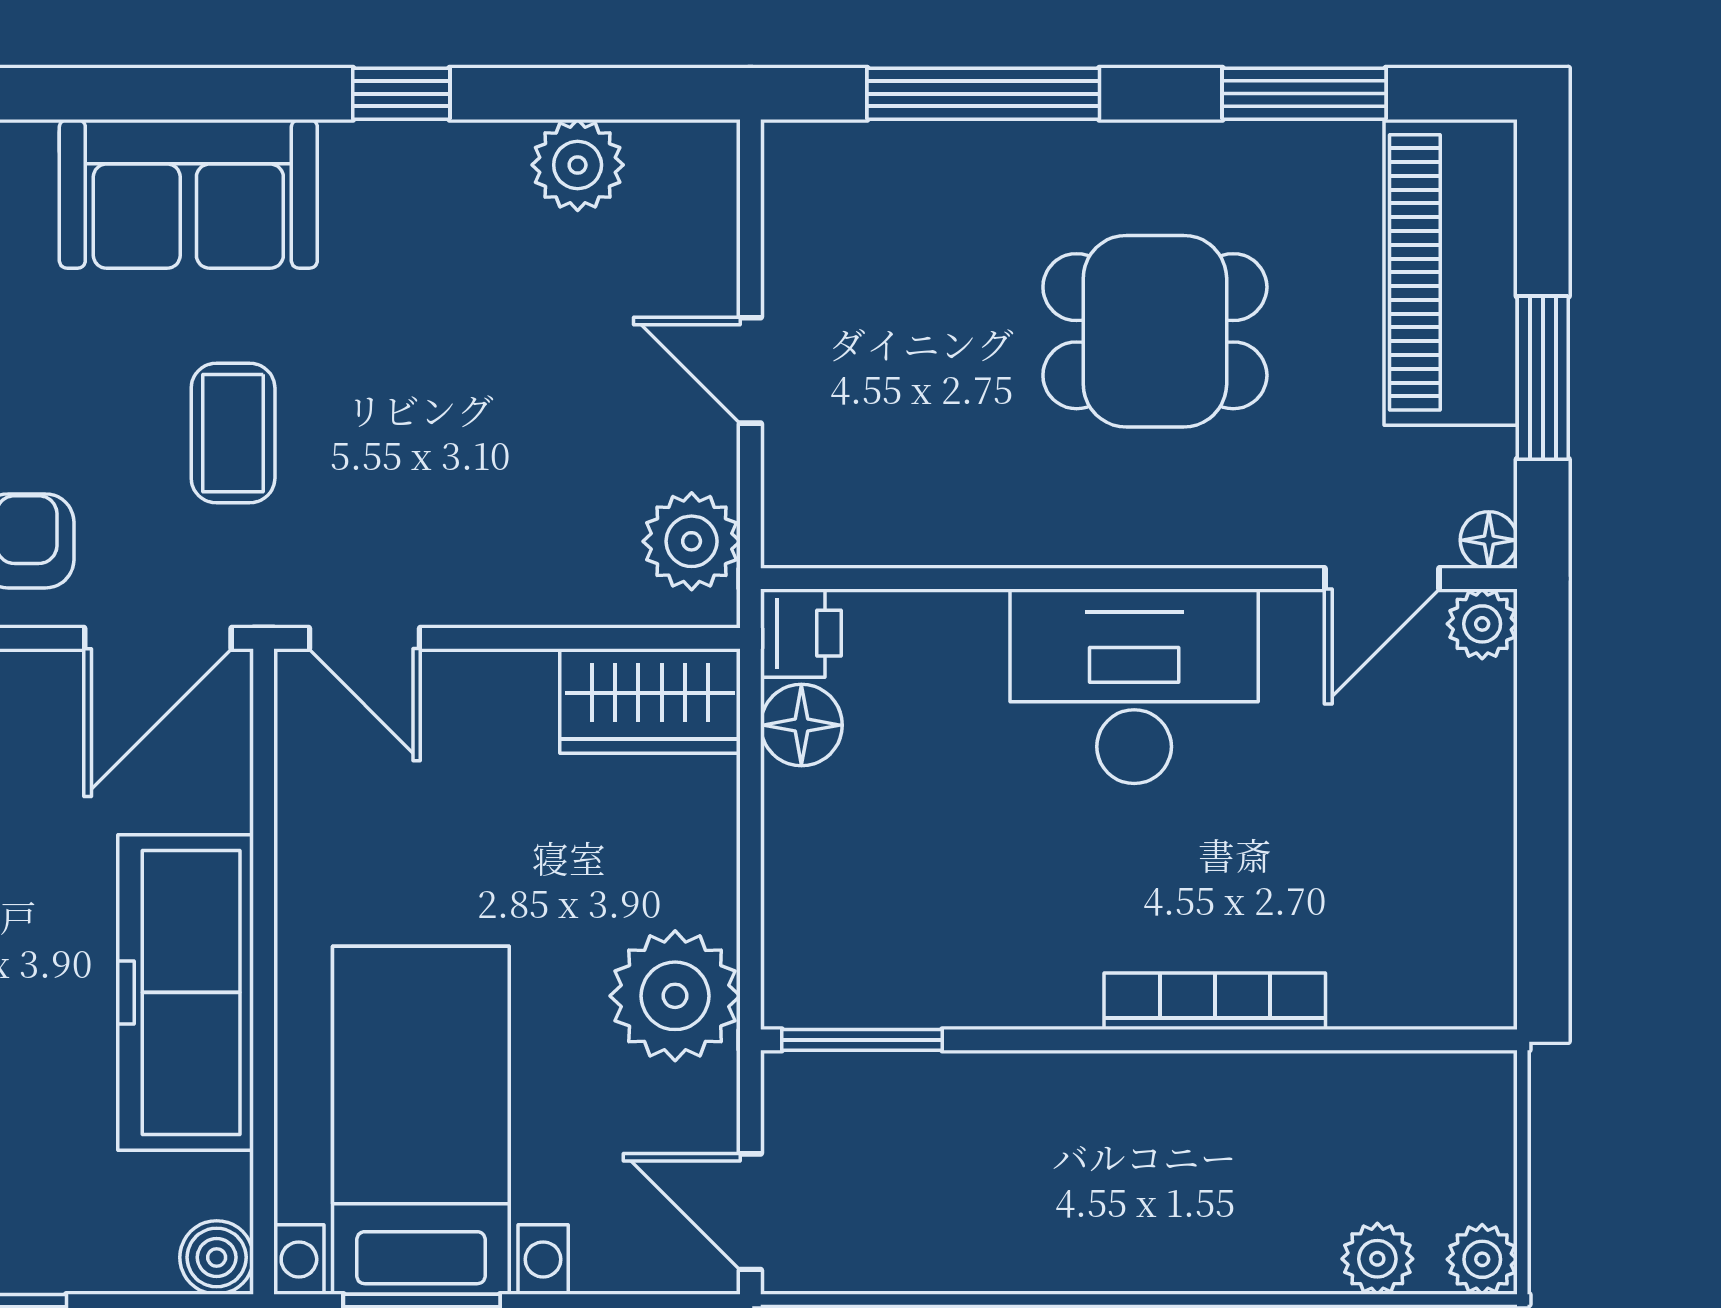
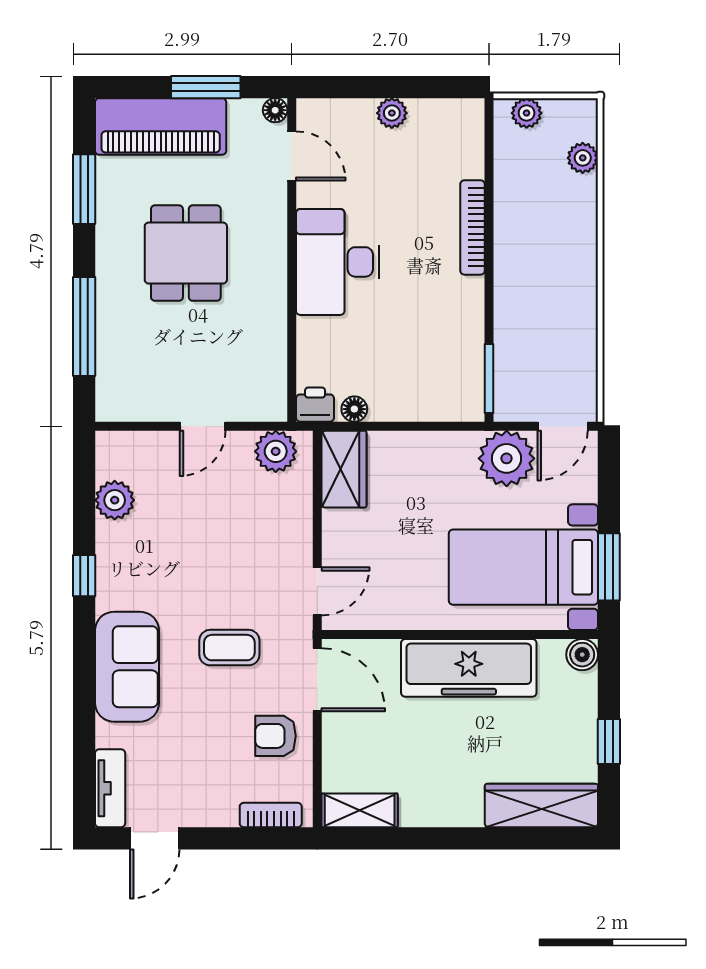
plant: (1482, 624) -> (392, 113), moved
floor lamp: (801, 725) -> (354, 409), width x0.73, depth x0.73
plant: (675, 996) -> (507, 458), moved
plant: (1482, 1259) -> (527, 113), moved

